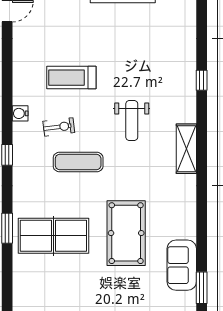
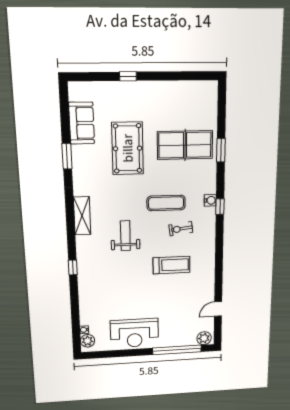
water cooler: (20, 113) -> (210, 200), moved
window: (202, 288) -> (67, 156), moved

